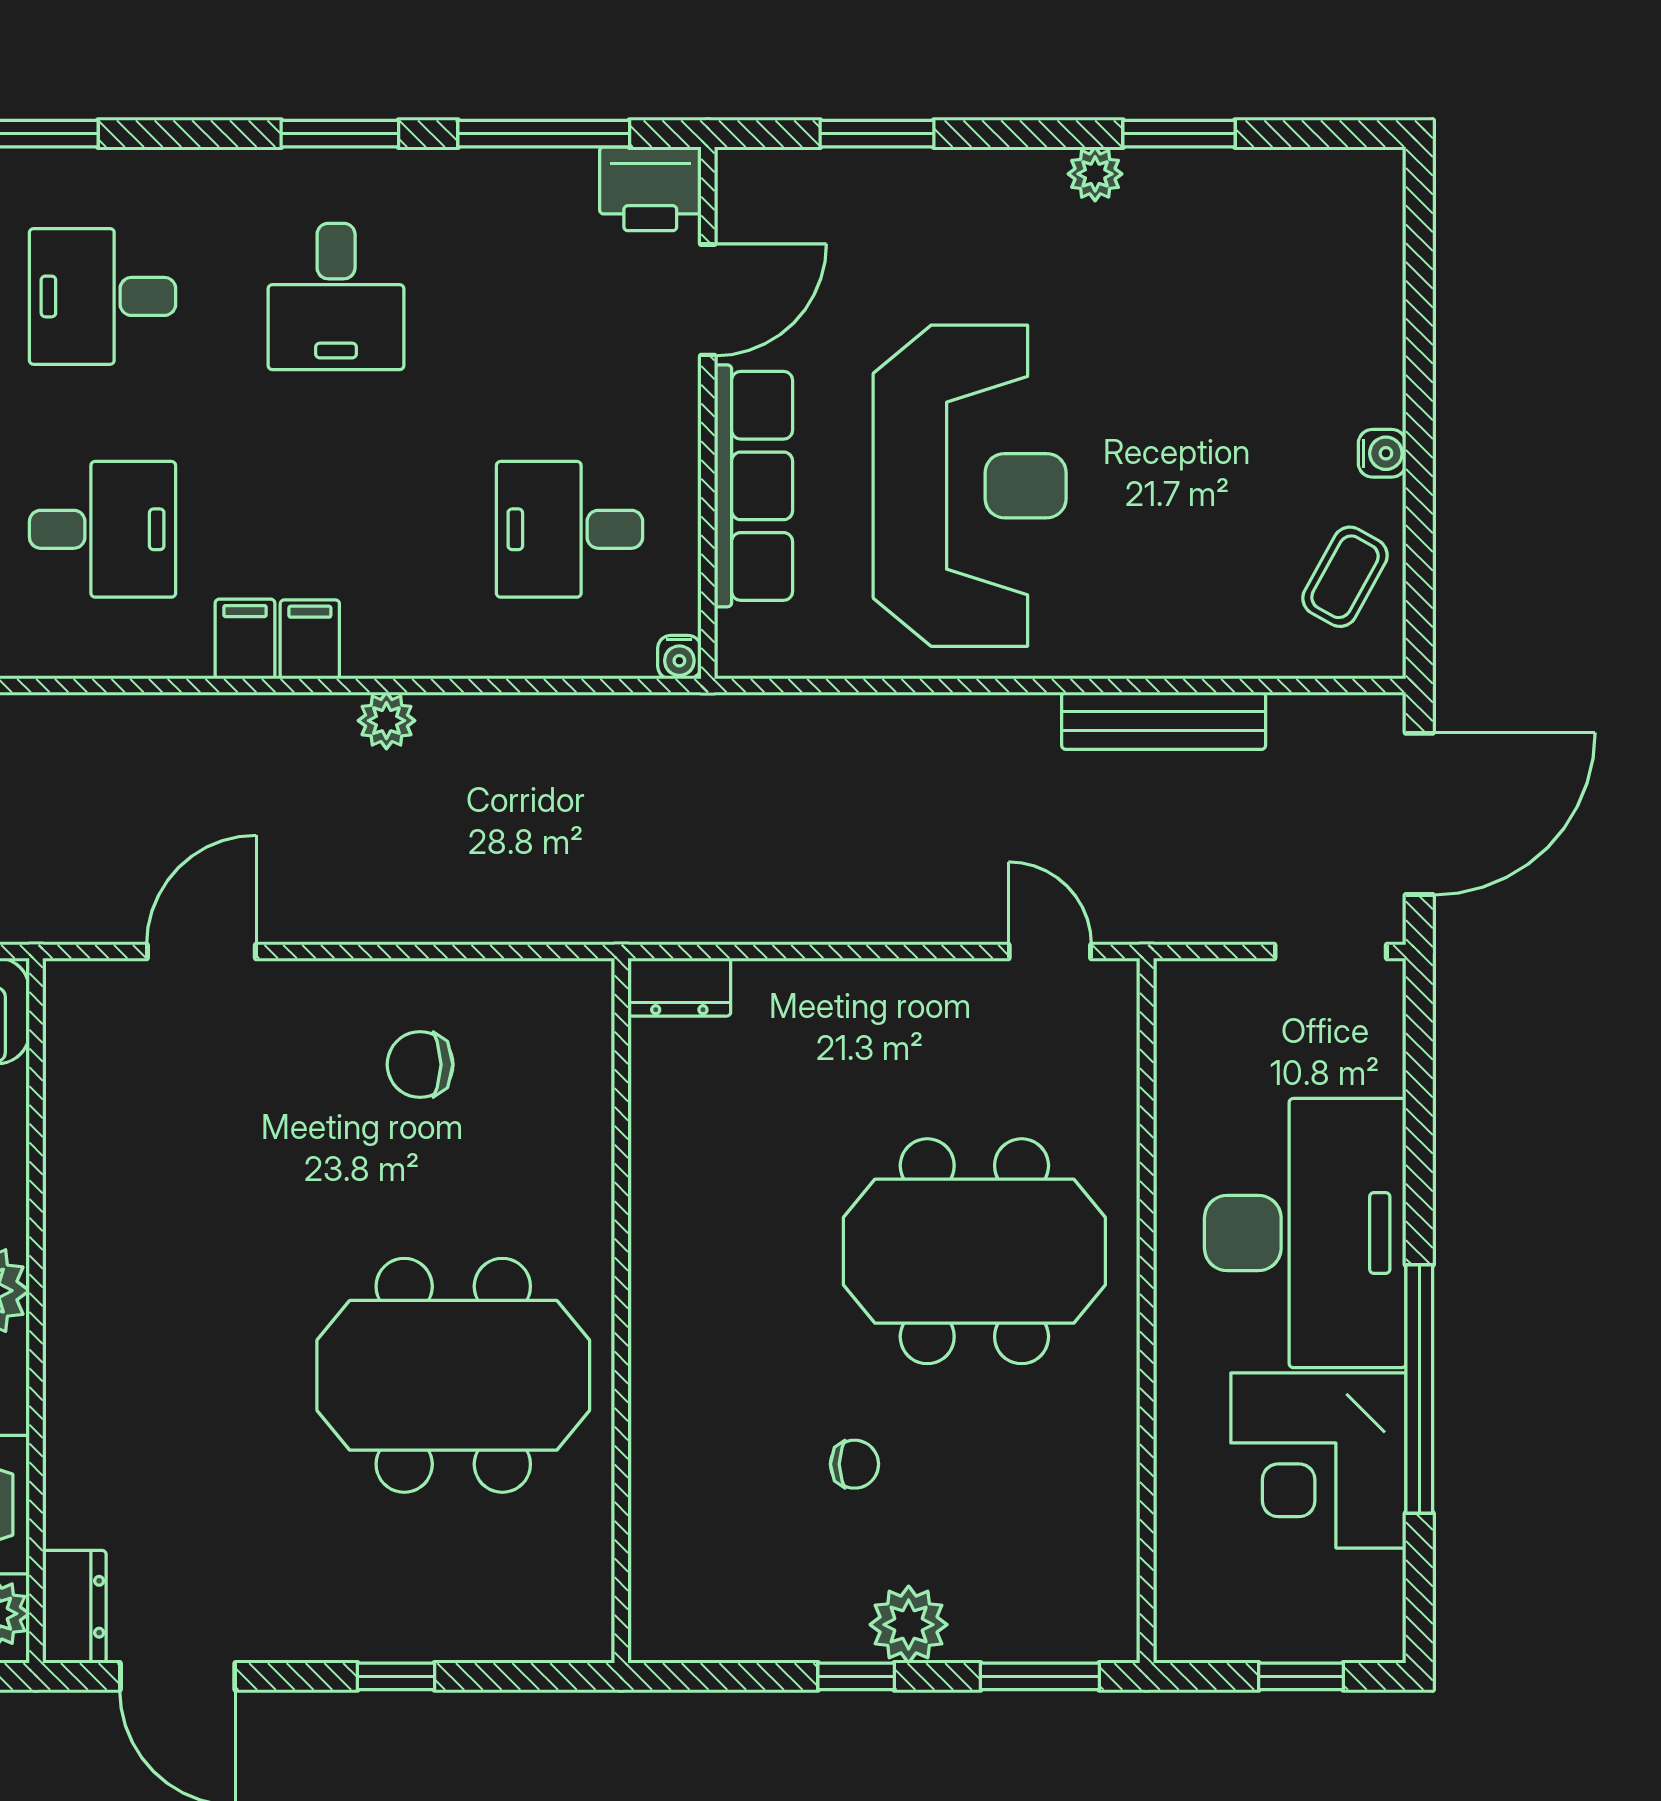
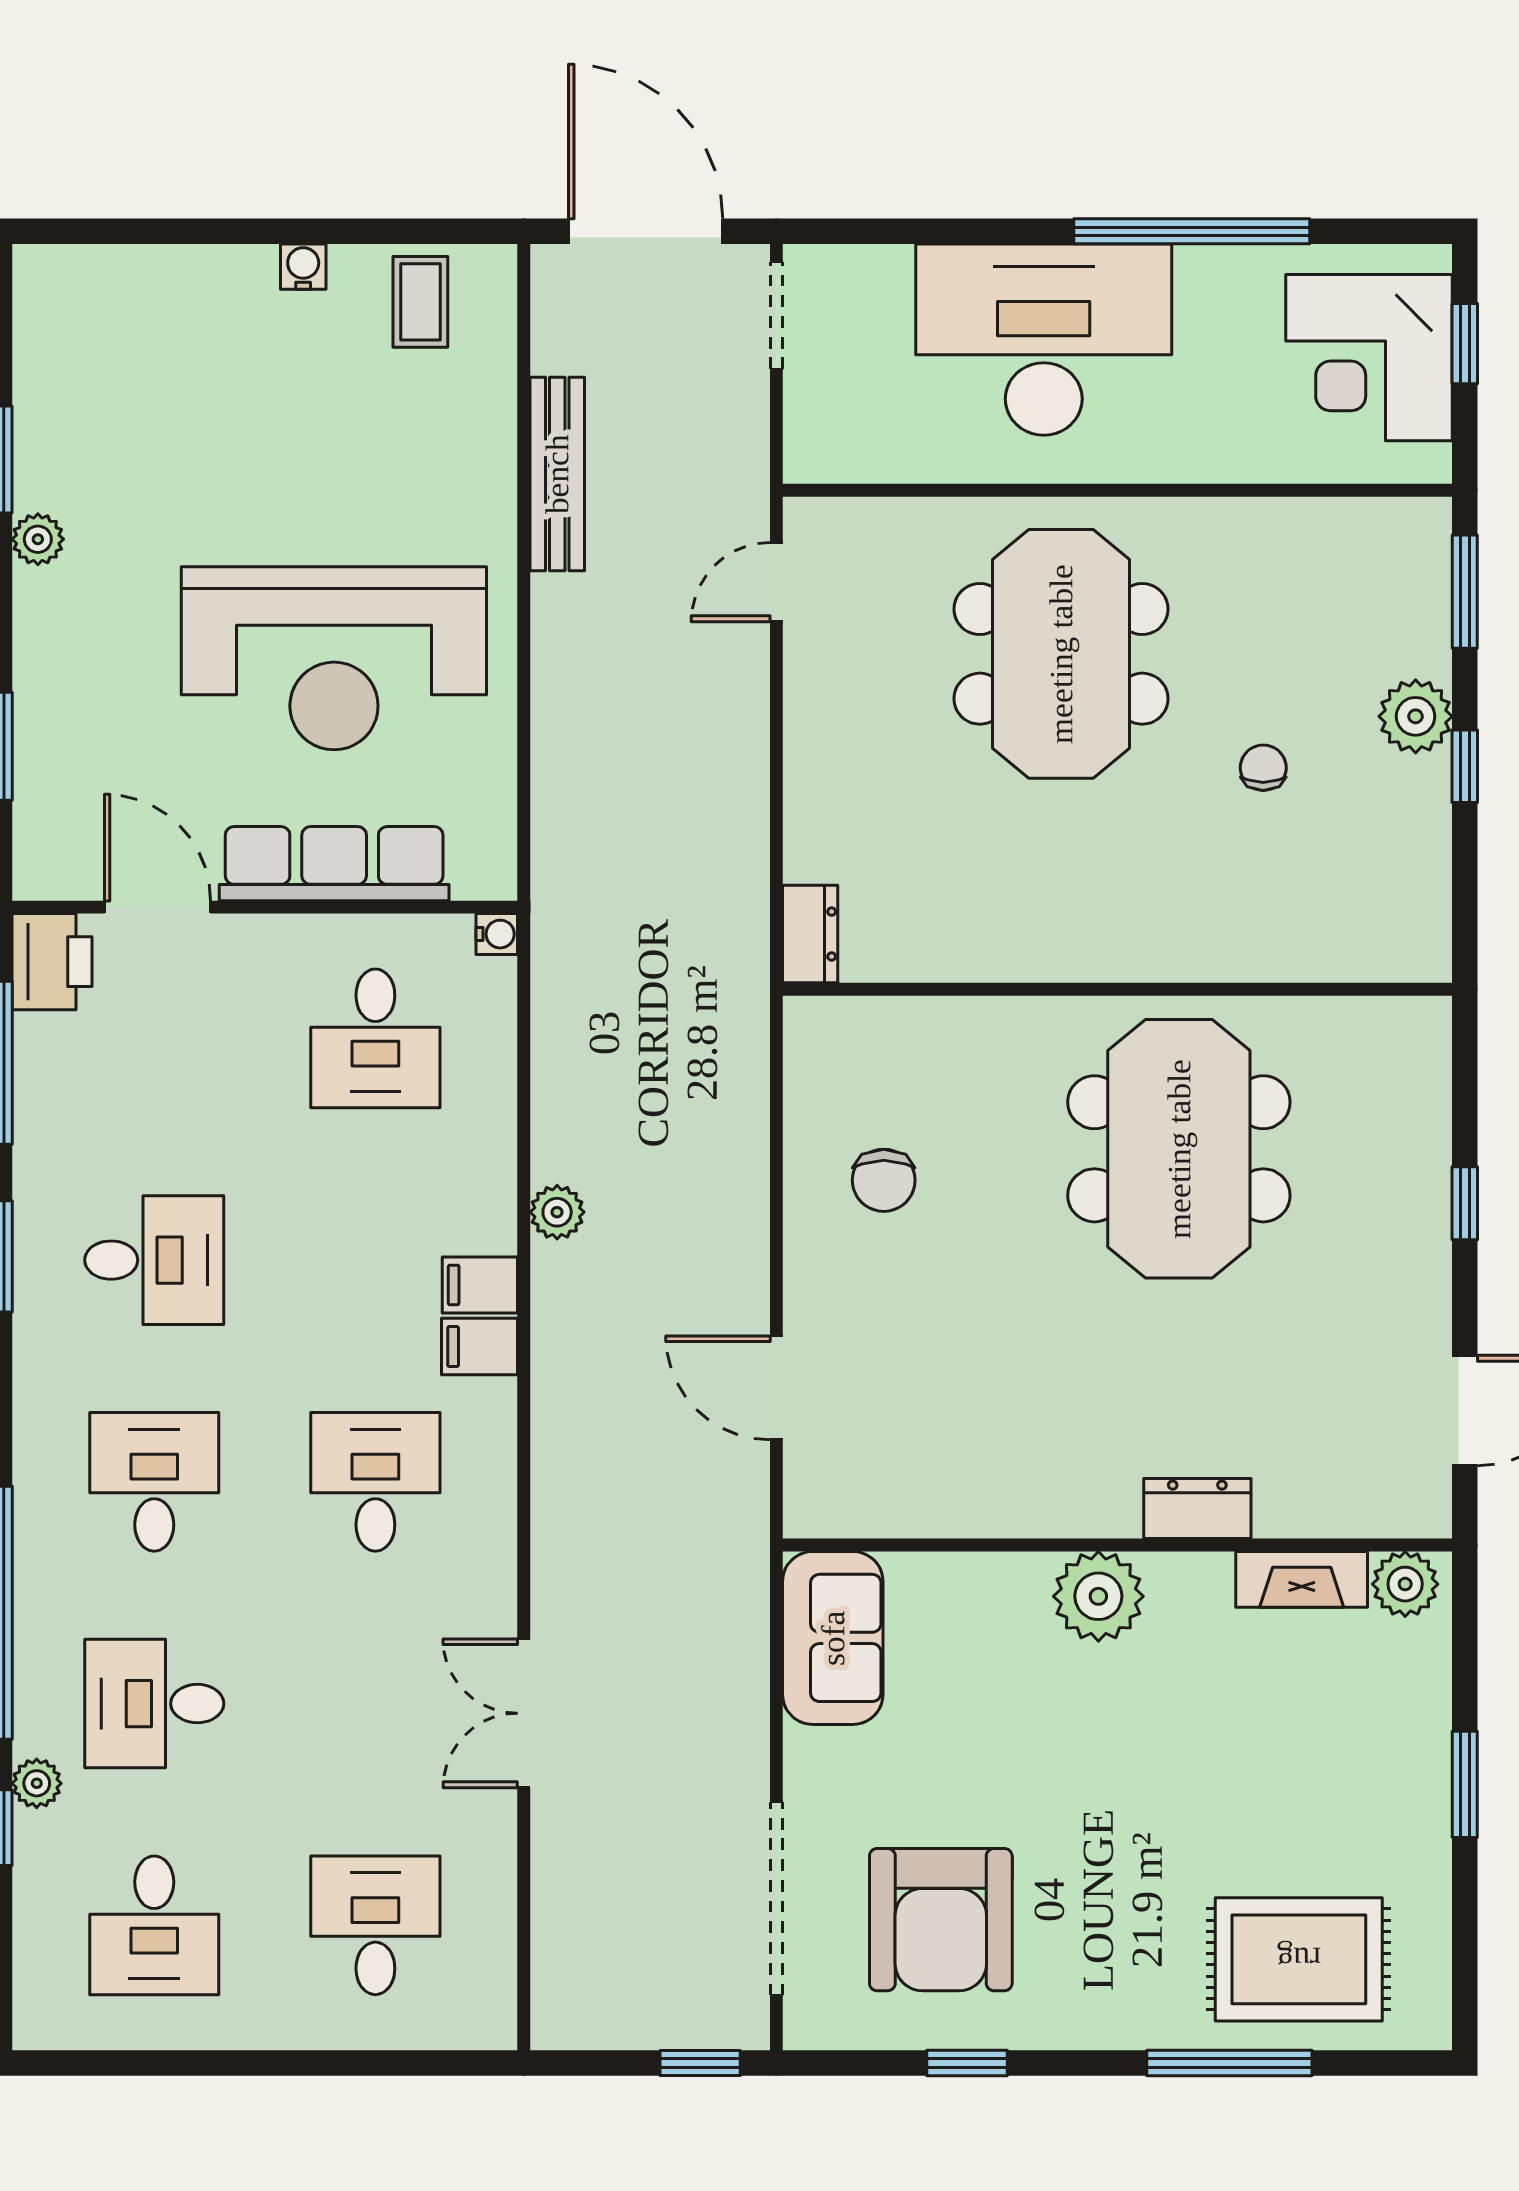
desk: (103, 296) -> (154, 1482), turned 180
reception desk: (970, 486) -> (334, 658), turned 180
coffee table: (1345, 577) -> (420, 302), turned 61
corner desk: (1318, 1460) -> (1369, 358), moved, turned 90
dresser: (74, 1607) -> (1197, 1509), moved

